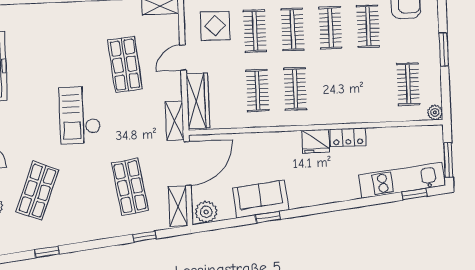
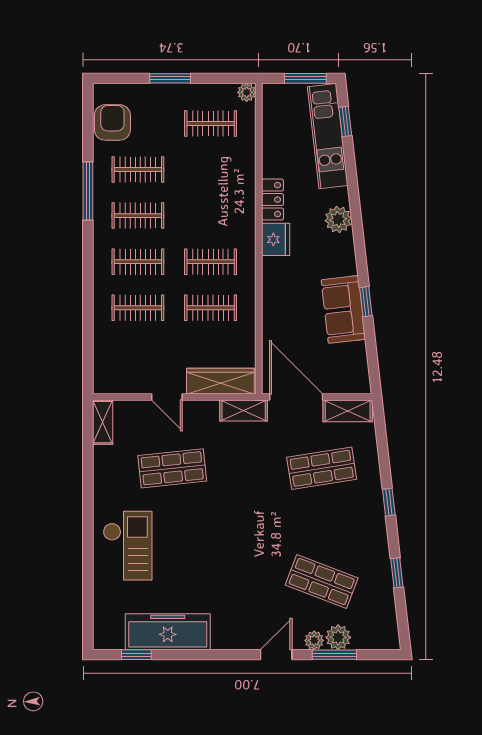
display table: (215, 26) -> (130, 356), removed
checkout: (80, 115) -> (128, 546), moved, turned -90
plant: (206, 212) -> (338, 219), moved
window: (145, 237) -> (389, 502), moved

